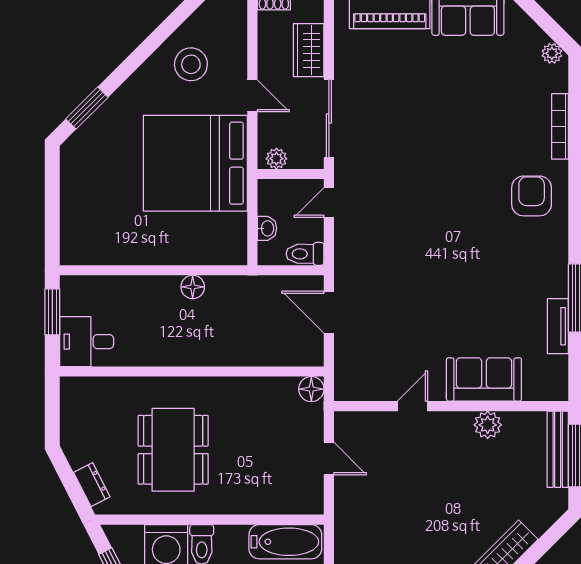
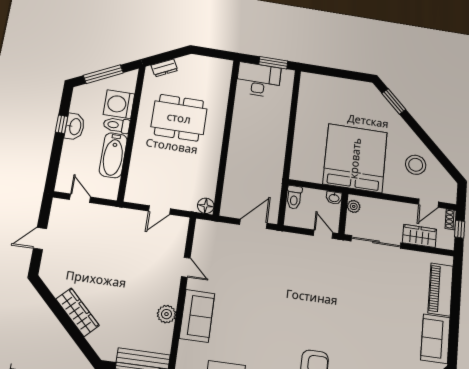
door: (252, 96) -> (428, 203), moved
washbasin: (267, 228) -> (334, 198), moved
toilet: (305, 254) -> (294, 197), moved, turned 180
floor lamp: (193, 287) -> (279, 145), removed
desk: (87, 342) -> (258, 80), width x1.37
bathtub: (285, 542) -> (113, 155), moved

